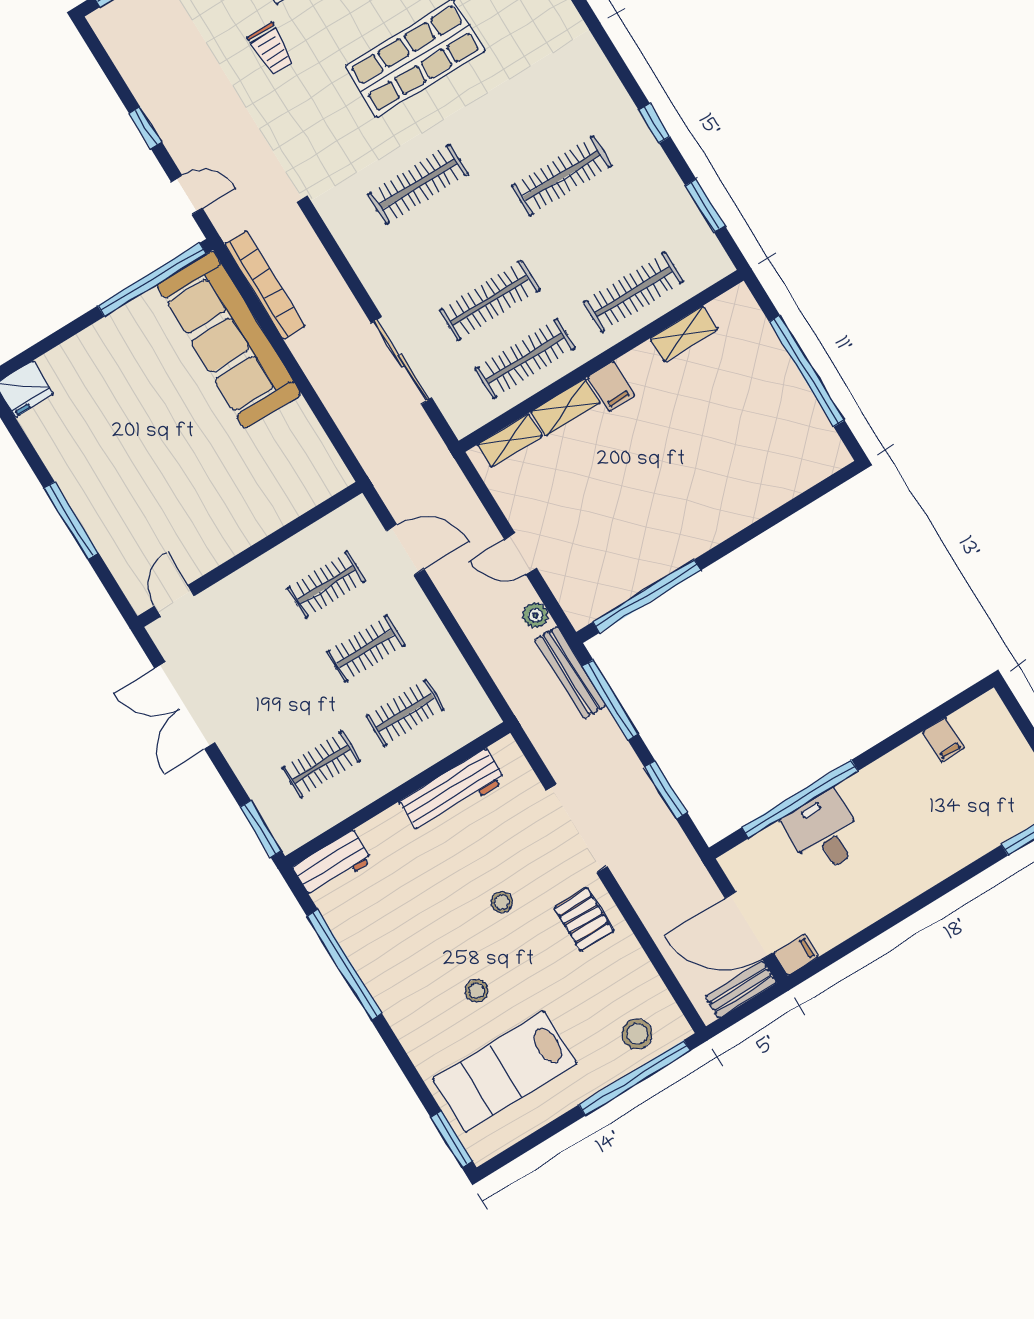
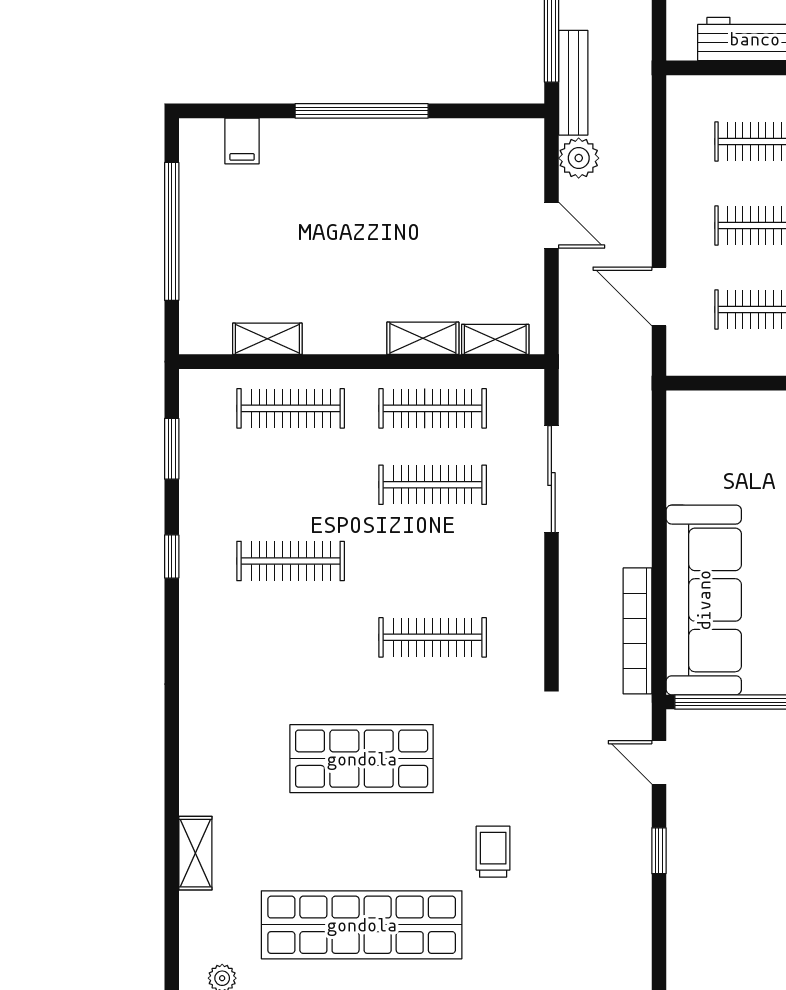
filing cabinet: (611, 386) -> (242, 141), moved, turned 180
window: (647, 596) -> (362, 111), moved
plant: (535, 615) -> (579, 158), width x1.38, depth x1.38

